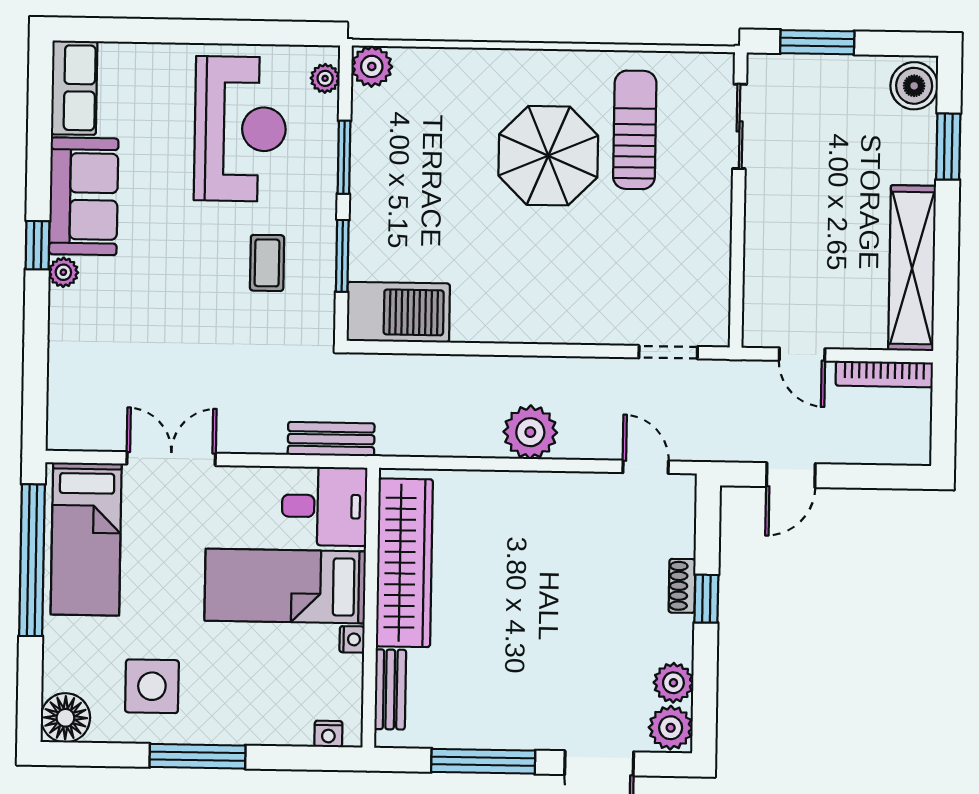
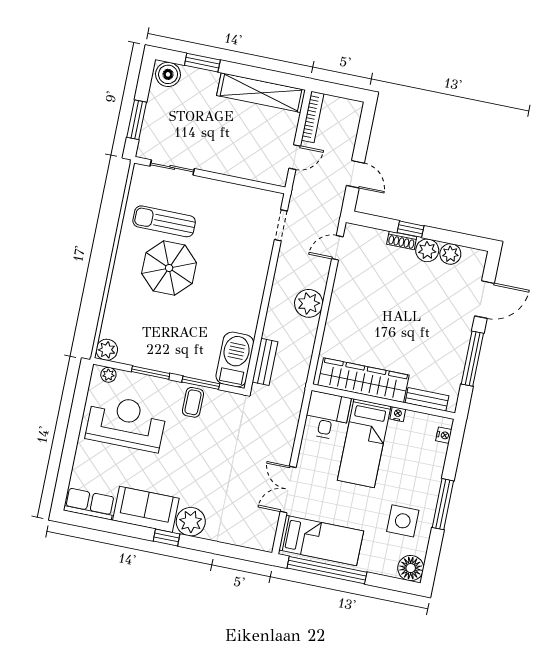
coffee table: (267, 263) -> (193, 402), moved, turned 90
plant: (63, 272) -> (191, 522), width x1.88, depth x1.88
bench: (331, 439) -> (265, 362), moved
plant: (671, 728) -> (427, 250), moved

